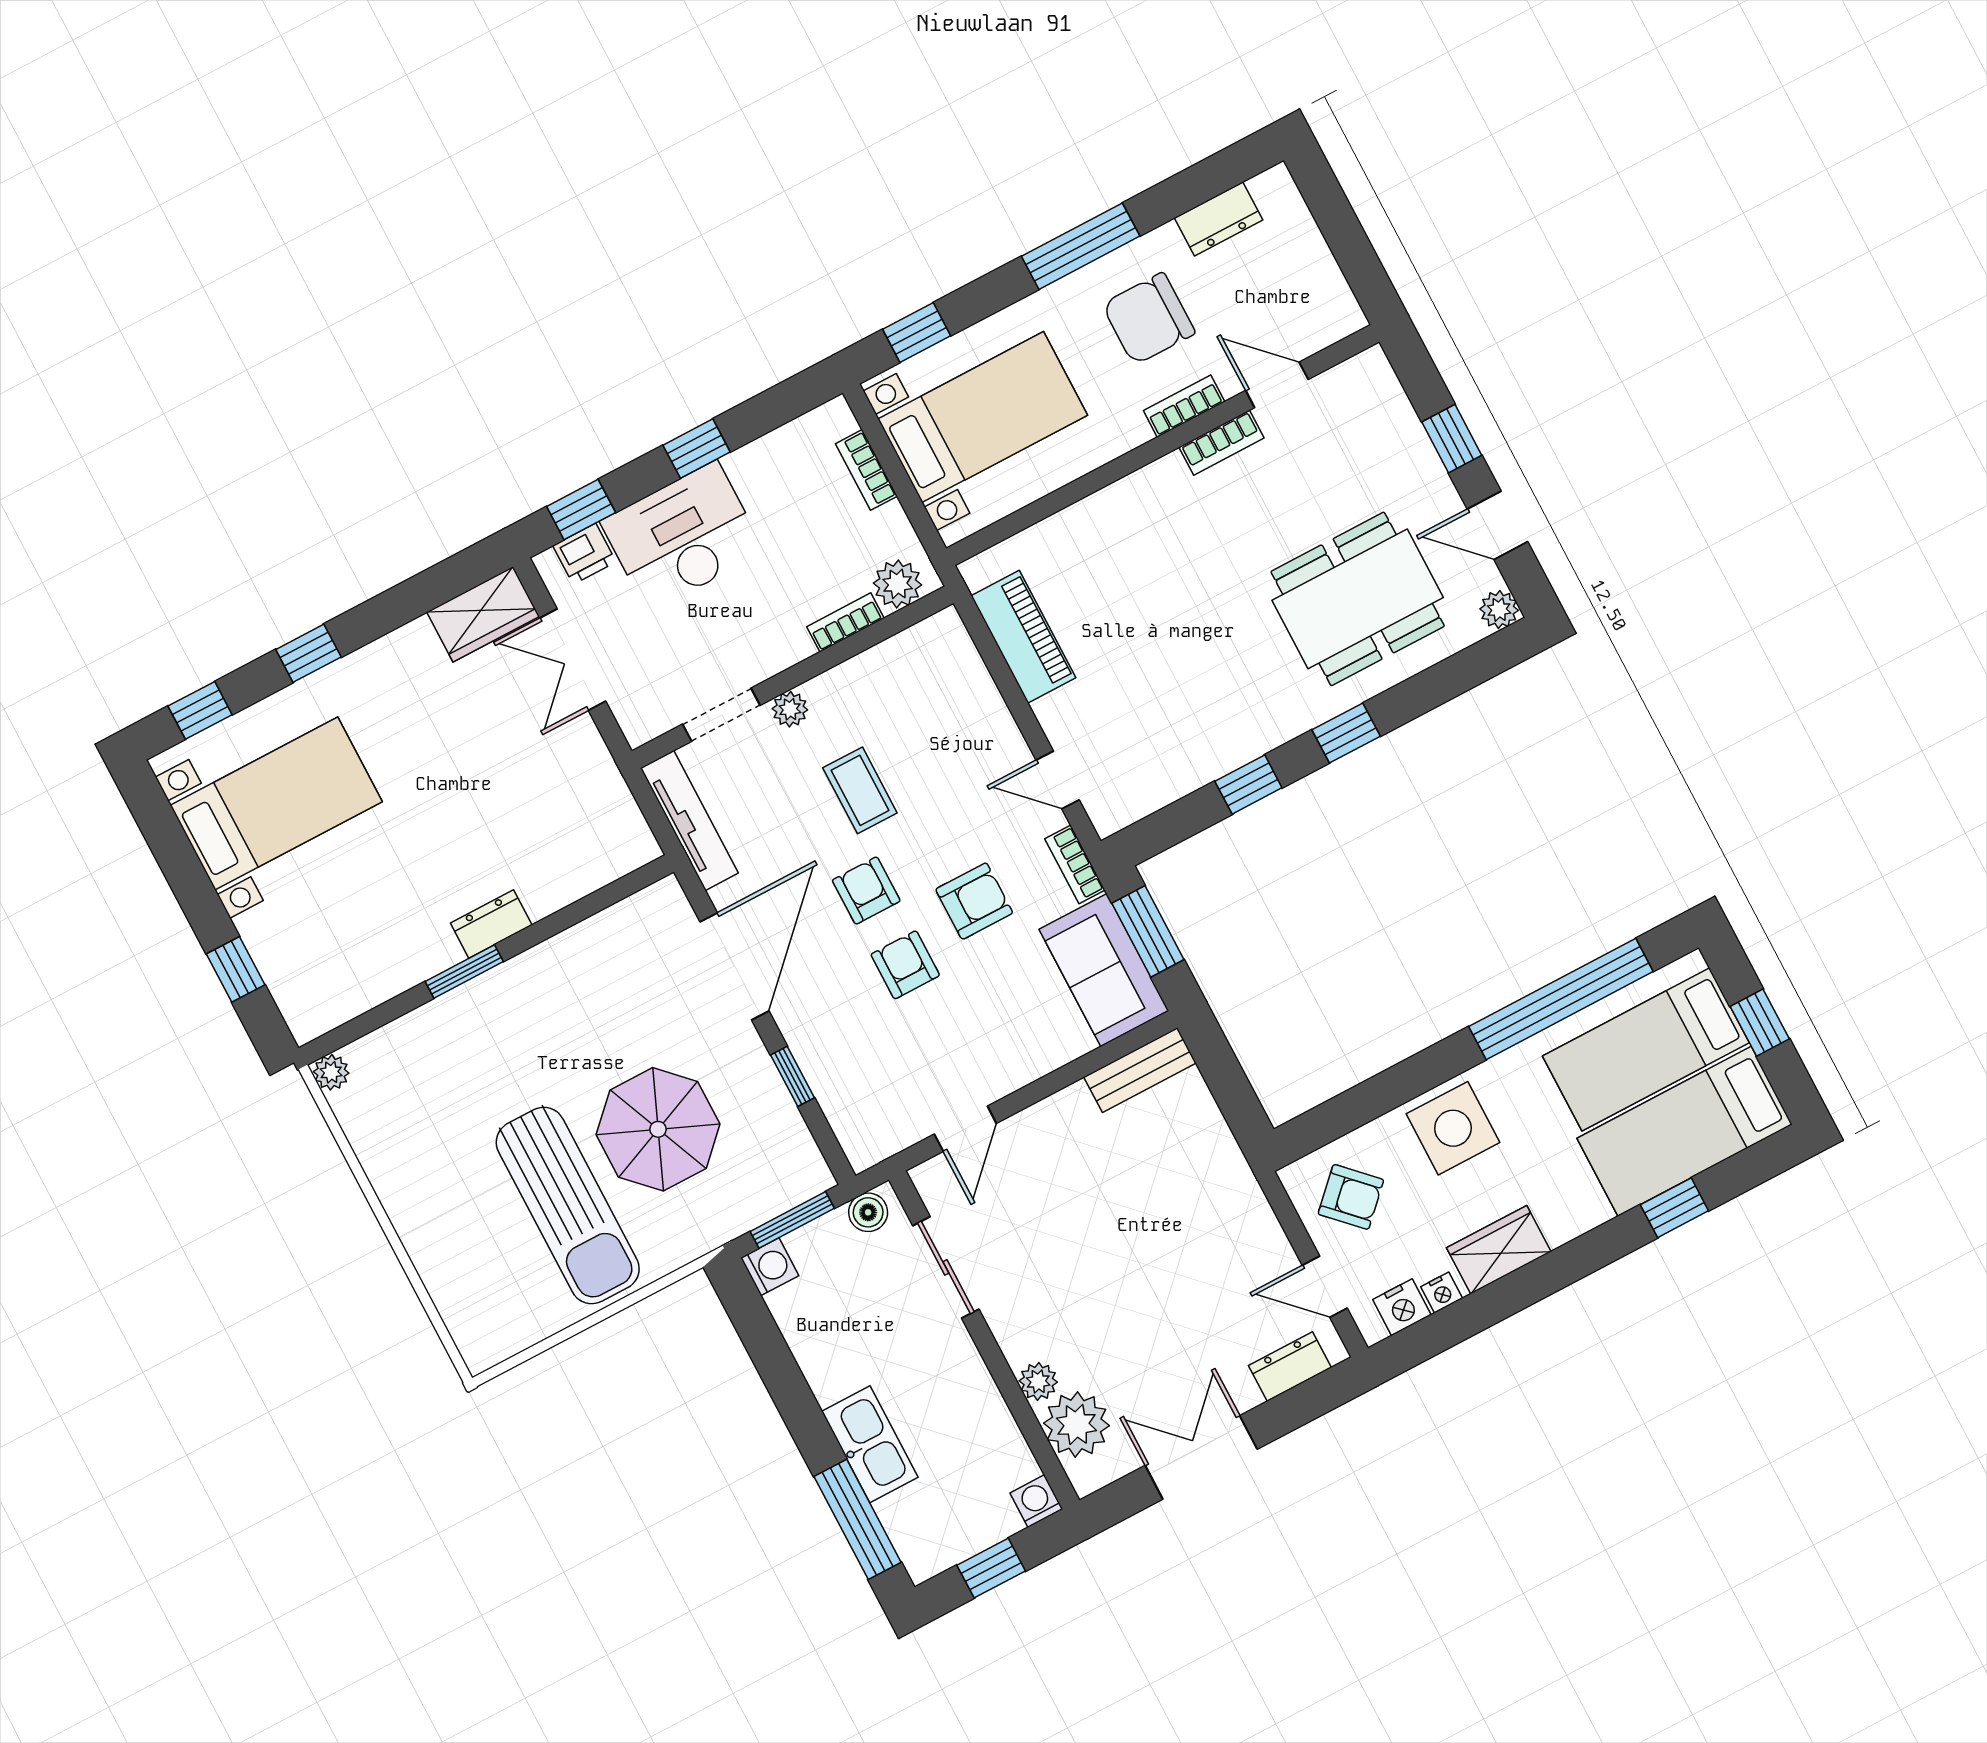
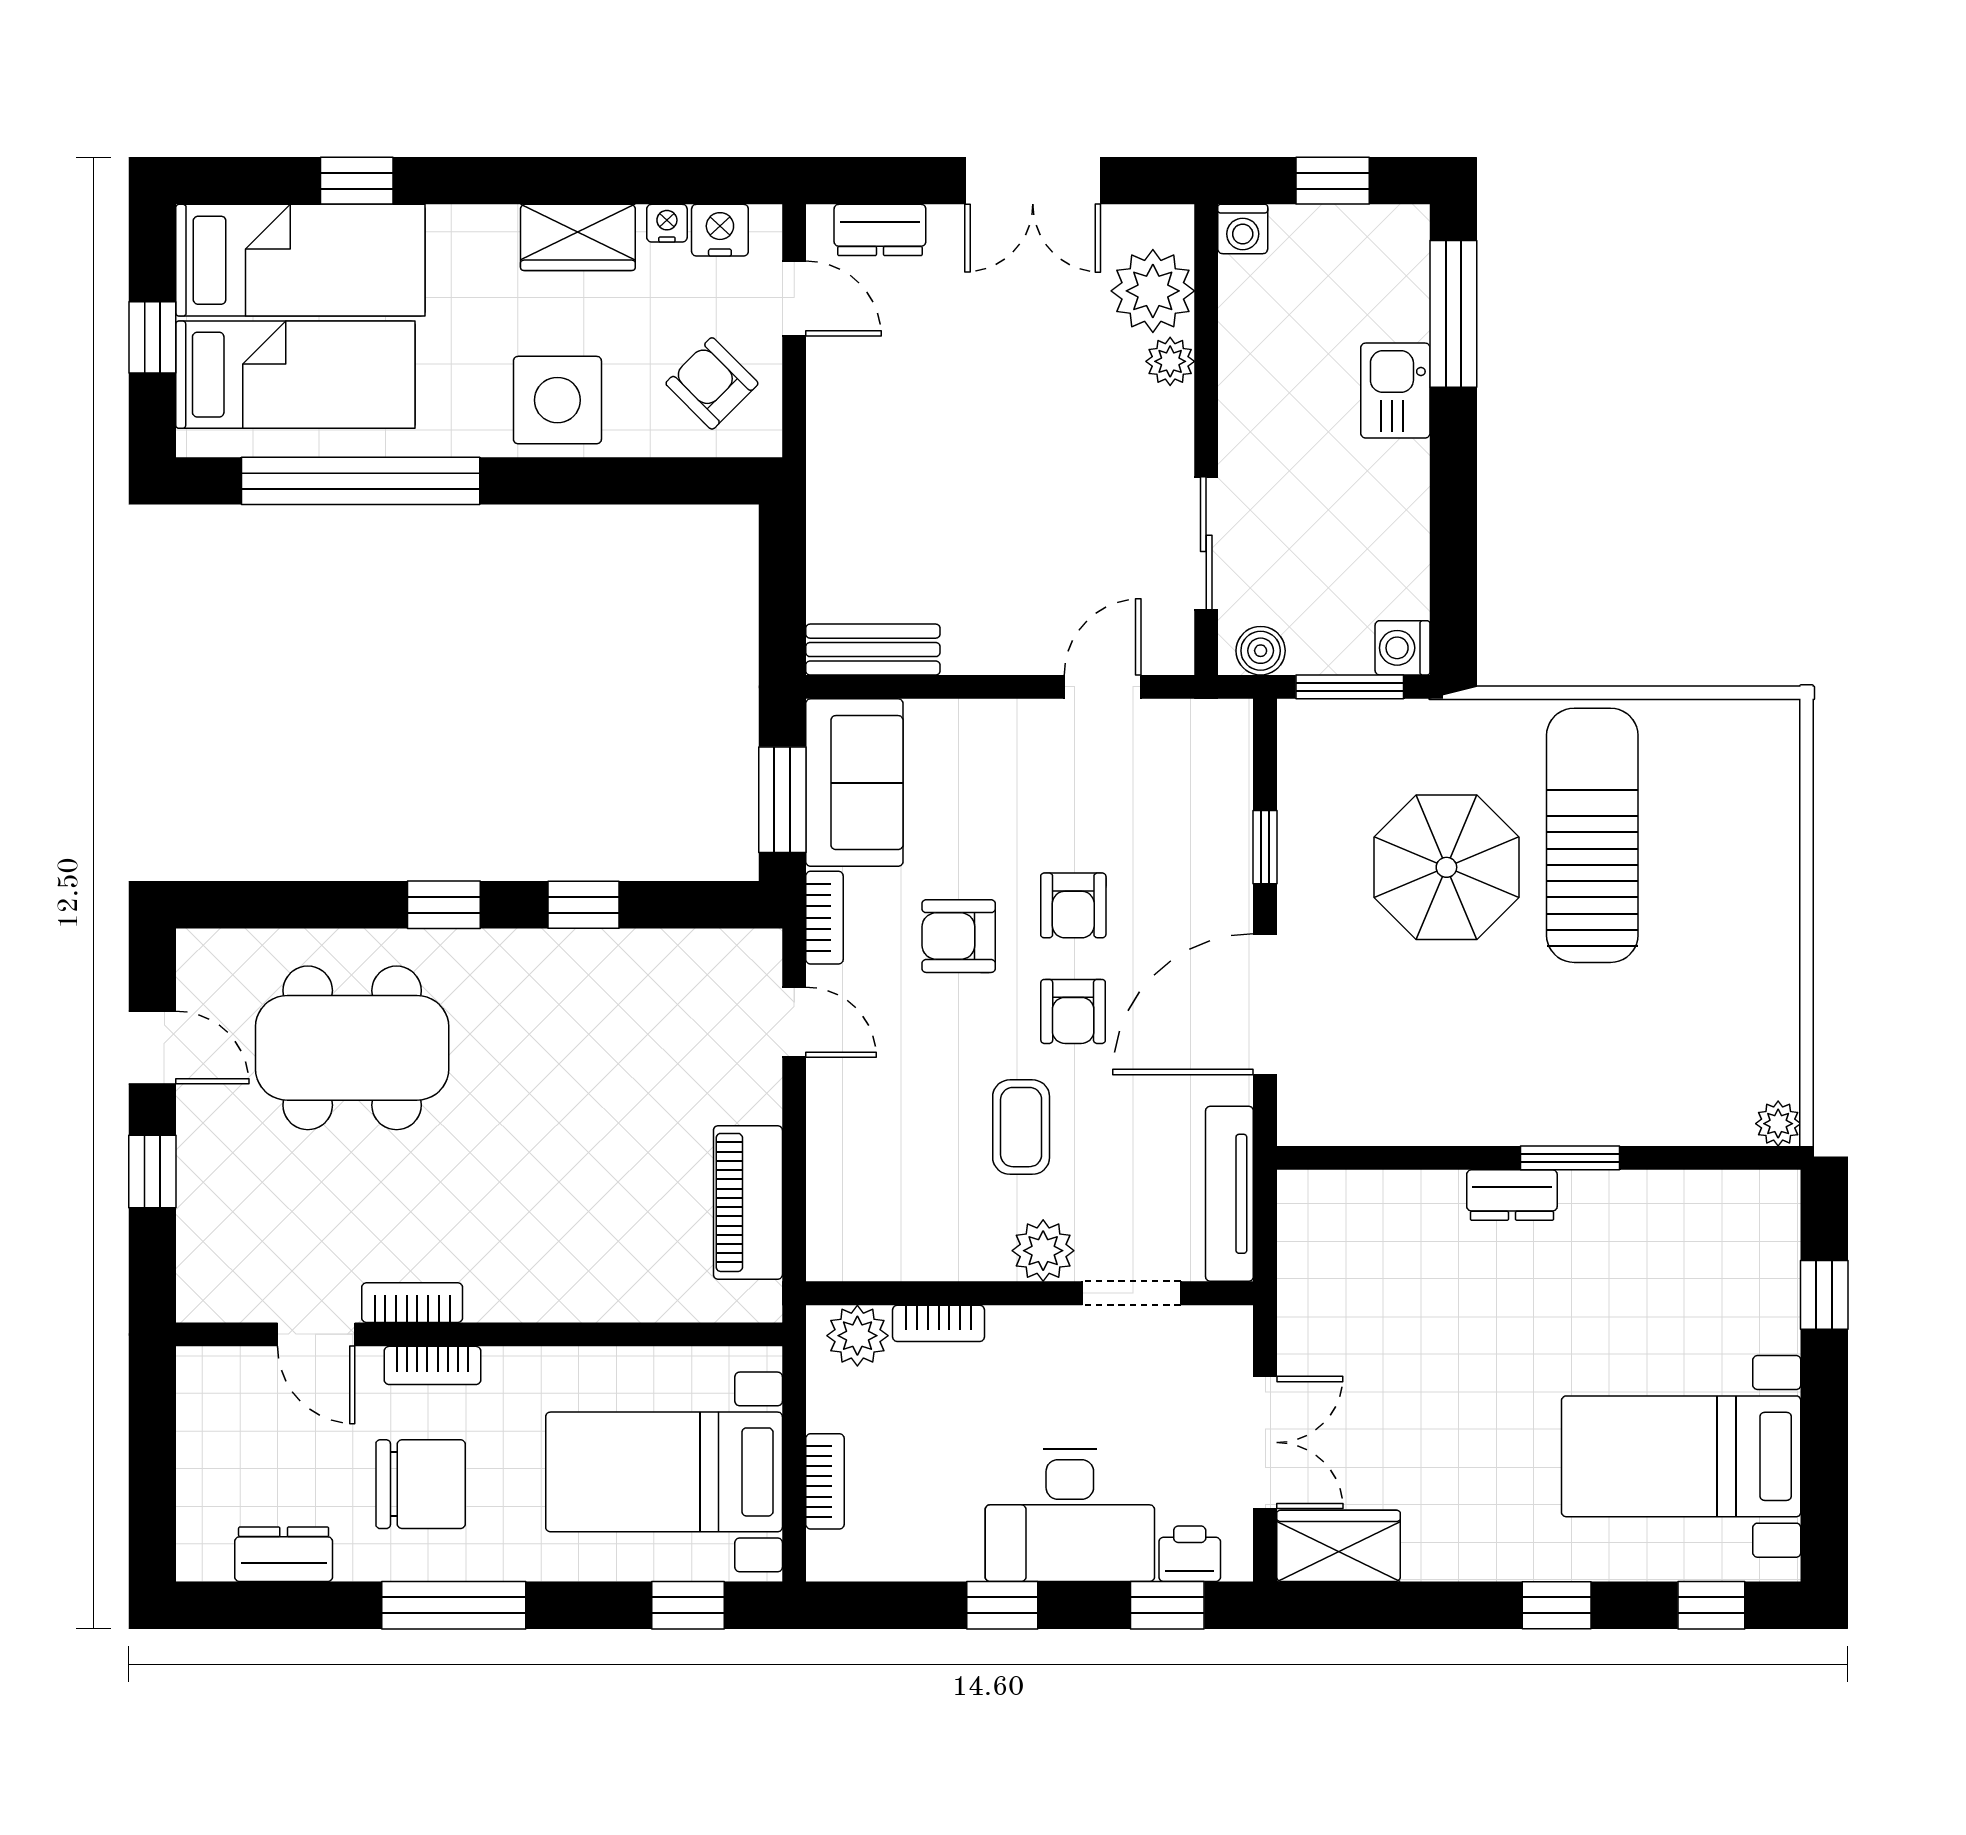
plant: (1499, 610) -> (200, 953), removed
plant: (790, 709) -> (1043, 1251), width x1.38, depth x1.38
kitchen sink: (870, 1444) -> (1395, 391), width x0.73

